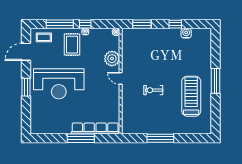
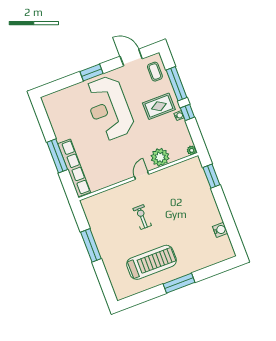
window: (175, 24) -> (226, 214), removed

